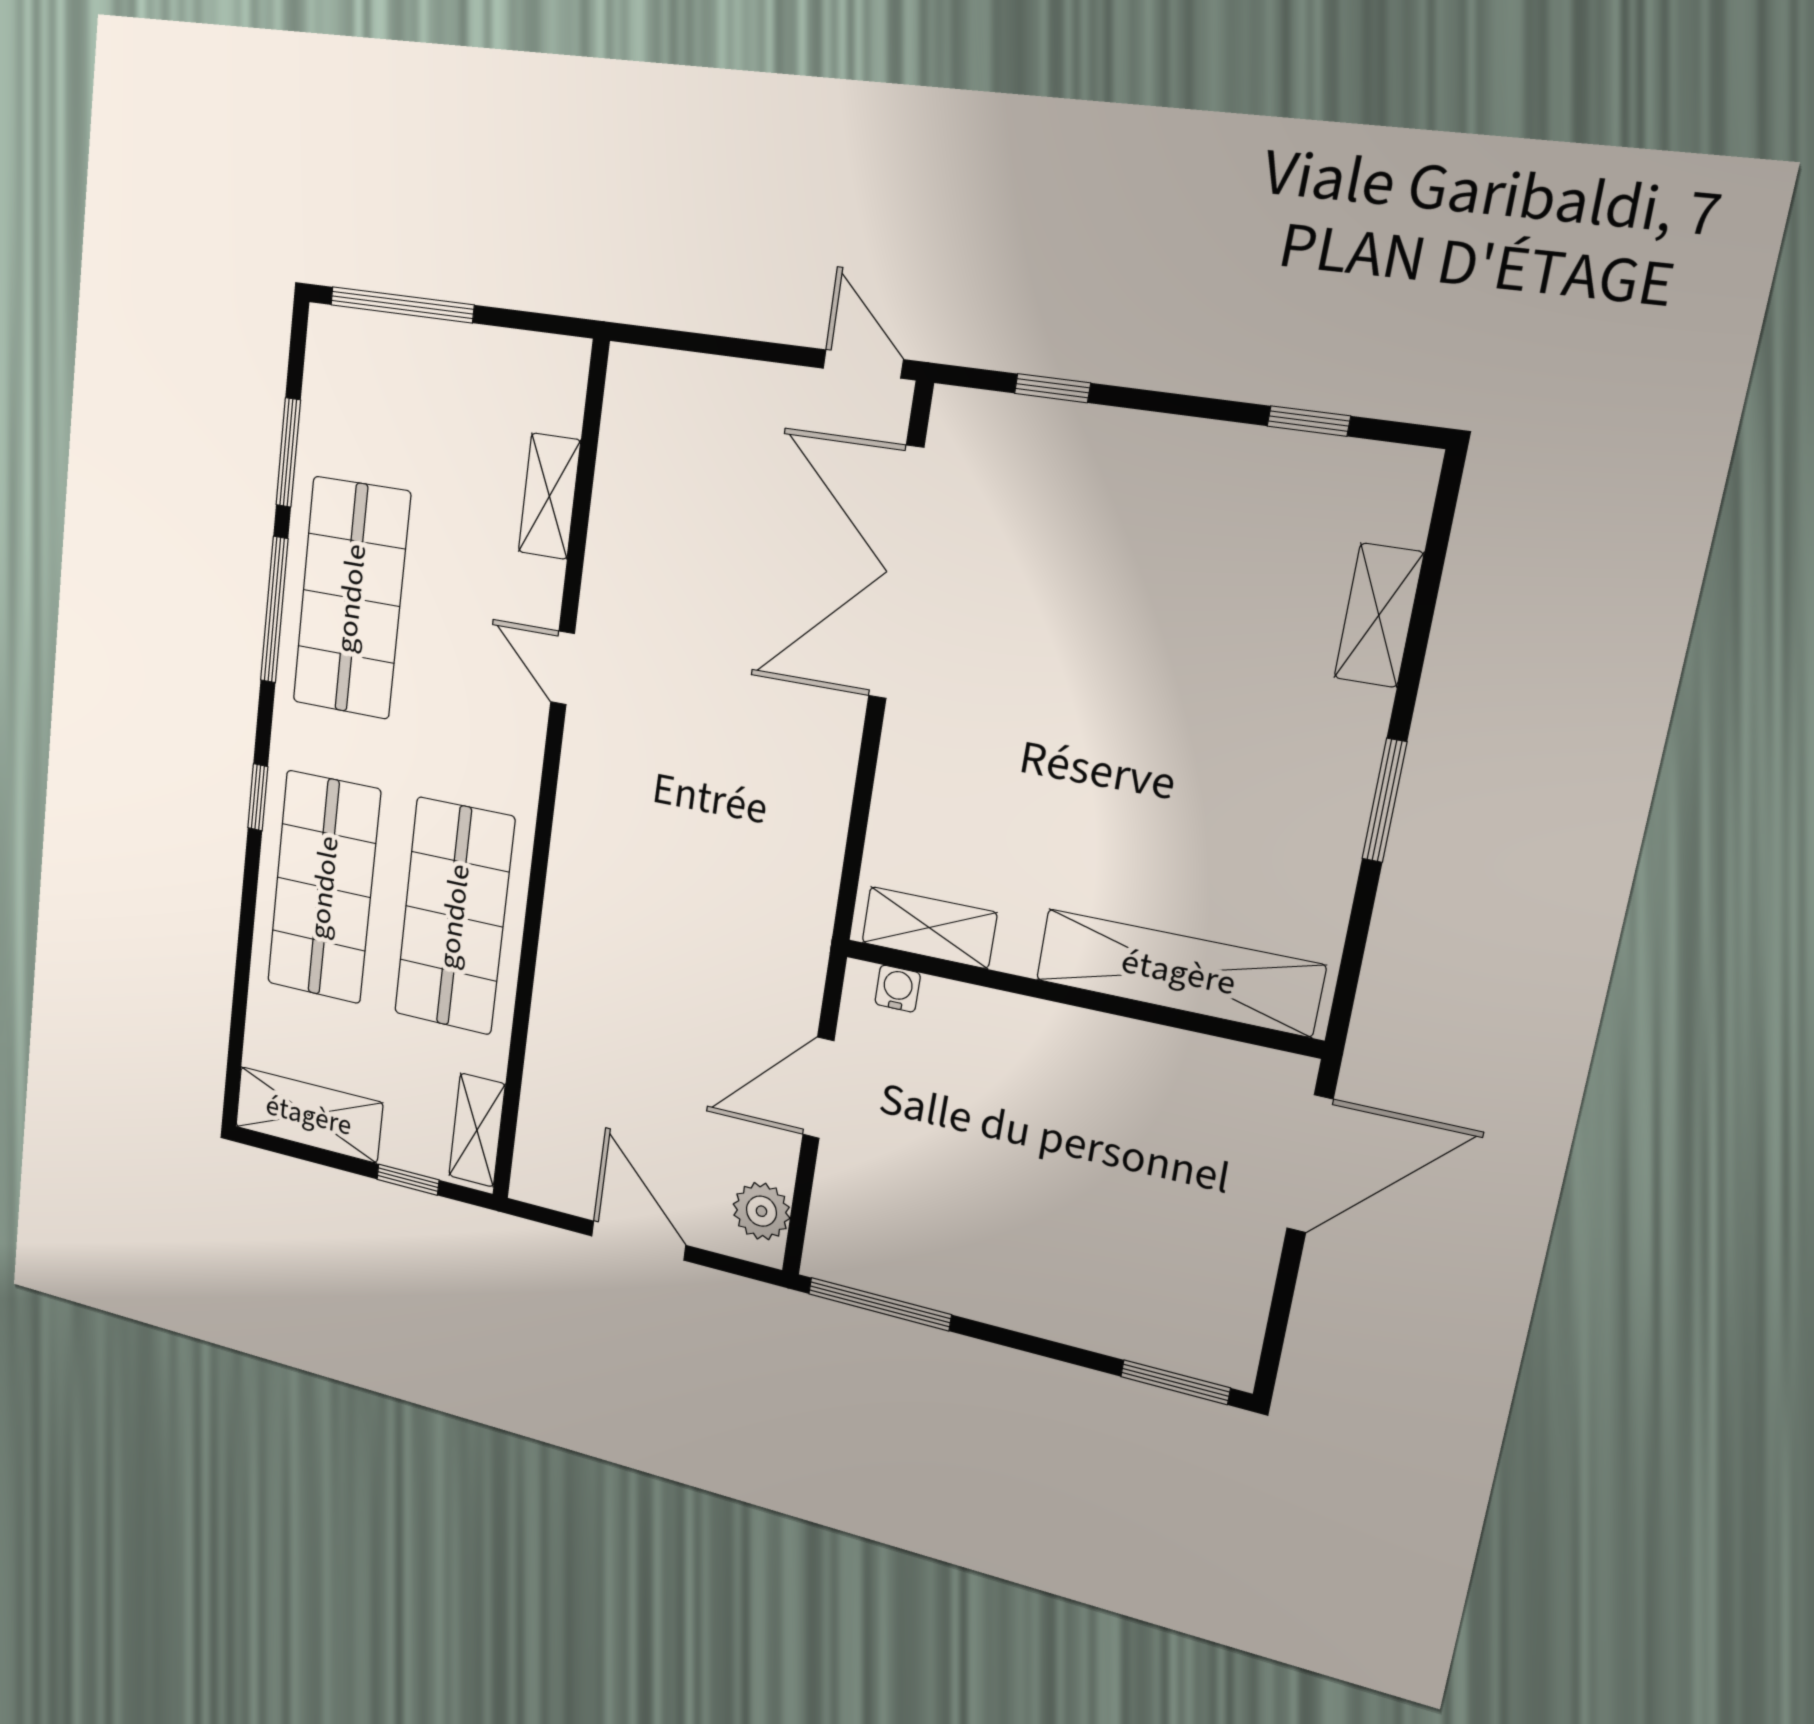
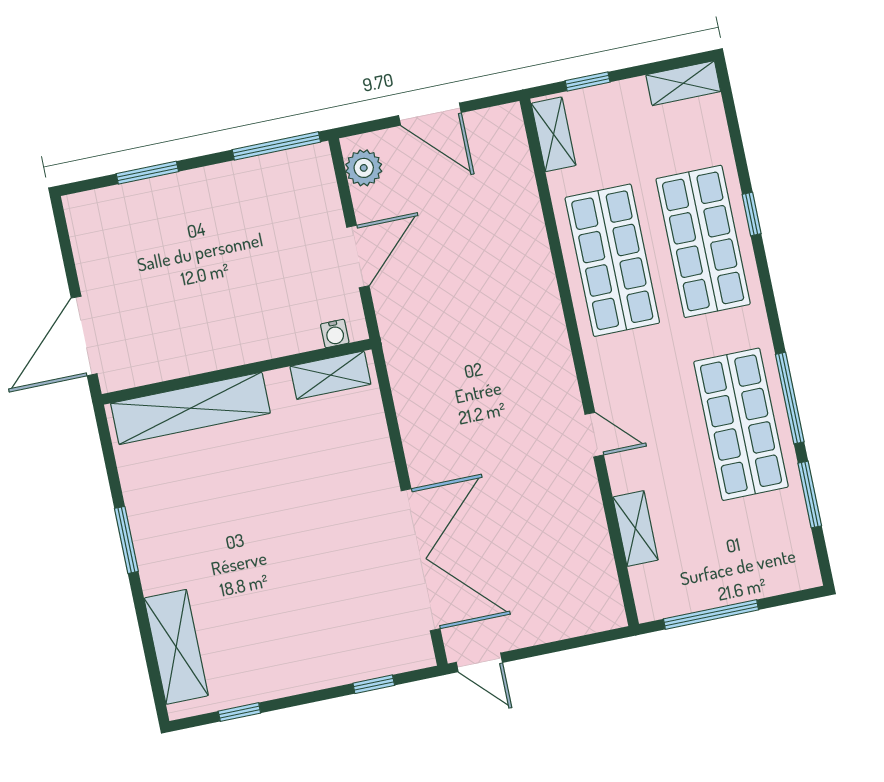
window: (402, 305) -> (711, 614), moved
shelving: (1379, 615) -> (176, 647), width x1.50, depth x1.33
window: (258, 797) -> (752, 214), moved
shelving: (309, 1115) -> (683, 83), width x0.67, depth x0.75
window: (1175, 1382) -> (147, 173), moved

